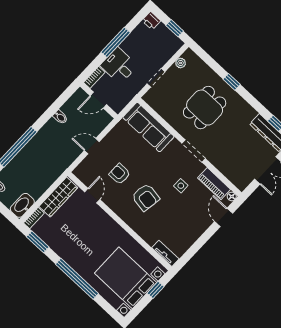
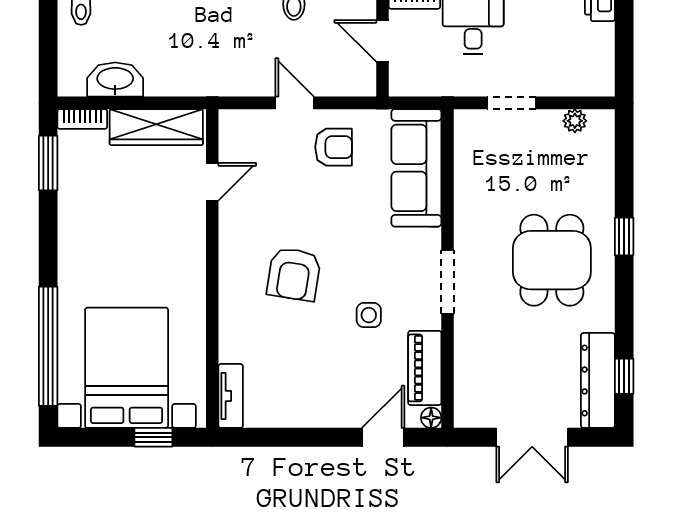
window: (175, 28) -> (624, 56), removed
dining table: (205, 108) -> (552, 260), moved, turned 90
armchair: (120, 174) -> (334, 147), moved, turned 90
washbasin: (22, 205) -> (115, 80), moved
window: (77, 279) -> (48, 346), moved

